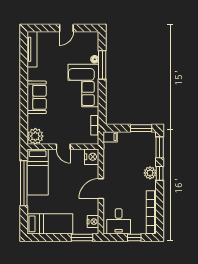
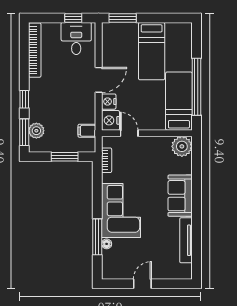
tv unit: (32, 49) -> (186, 240), moved
window: (141, 128) -> (65, 157), moved
filing cabinet: (110, 137) -> (87, 131), moved
door: (63, 147) -> (129, 133), moved
plant: (150, 173) -> (36, 131), moved
nightstand: (93, 222) -> (109, 102), moved
bed: (50, 224) -> (152, 51), moved, turned -90
window: (134, 238) -> (73, 18), moved

